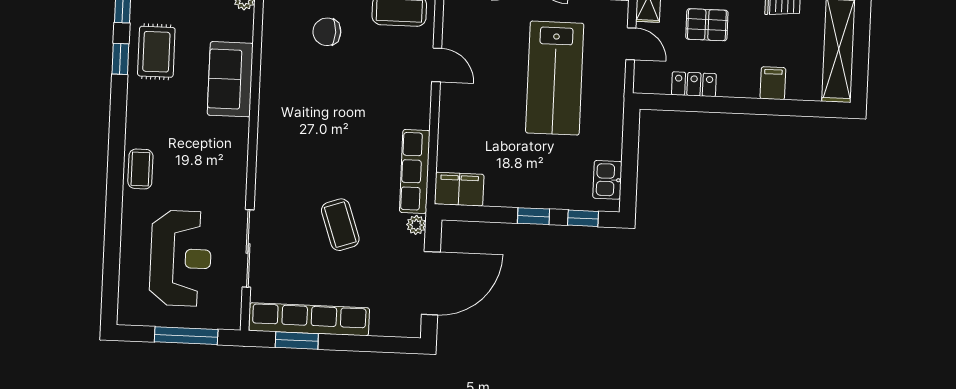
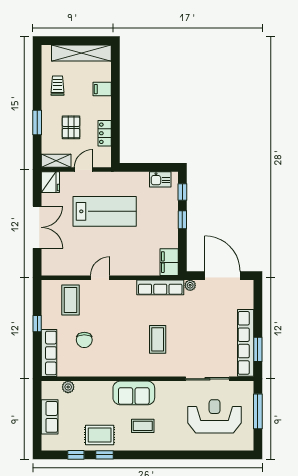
sofa: (230, 79) -> (134, 393), moved
coffee table: (140, 169) -> (143, 426), moved
coffee table: (340, 225) -> (158, 339), moved, turned -71

